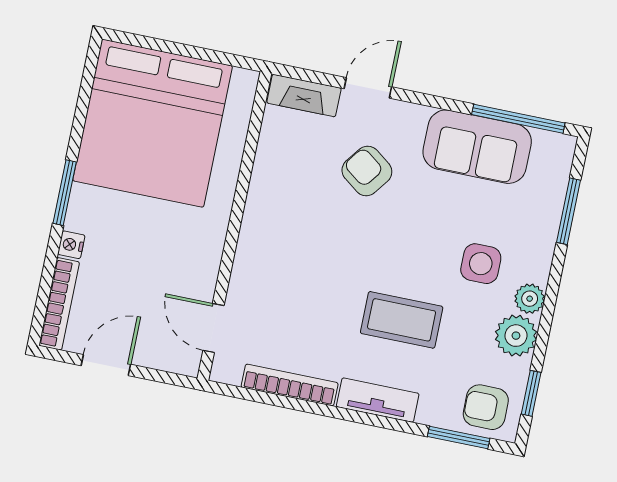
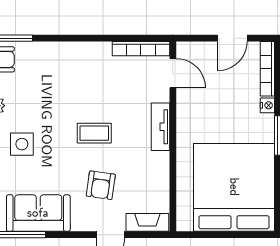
armchair: (367, 171) -> (101, 185), turned 61
coffee table: (402, 320) -> (94, 133), moved, width x0.73, depth x0.77
bookcase: (290, 385) -> (141, 49), moved
tv unit: (378, 400) -> (160, 127), moved, turned 90

